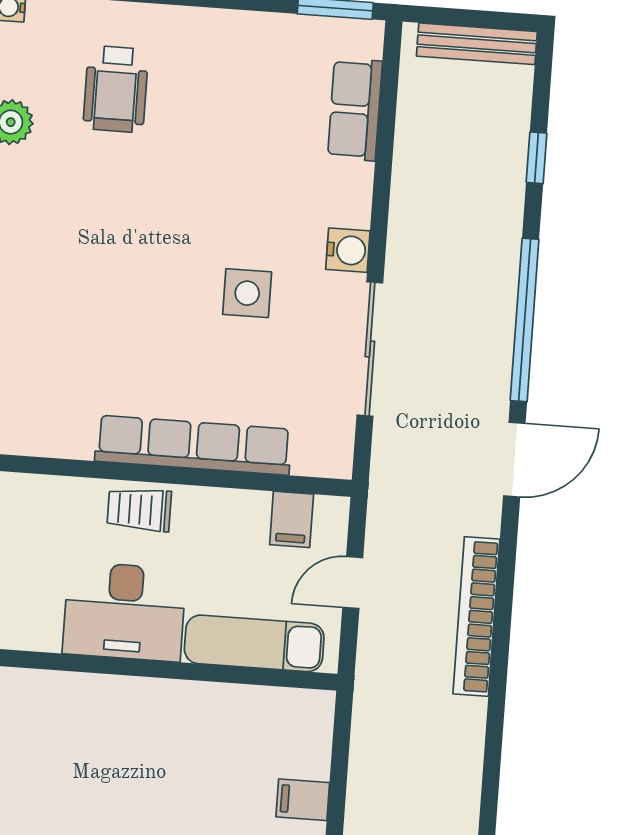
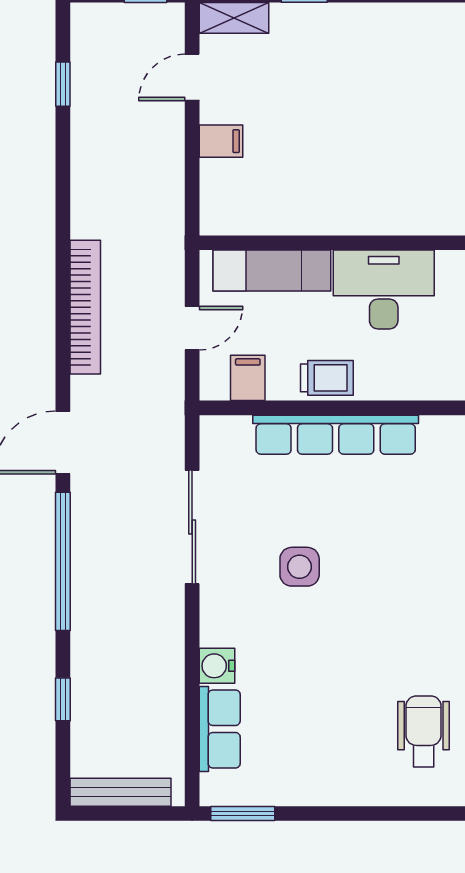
water cooler: (348, 250) -> (217, 666), moved
trolley: (139, 509) -> (327, 378), moved

